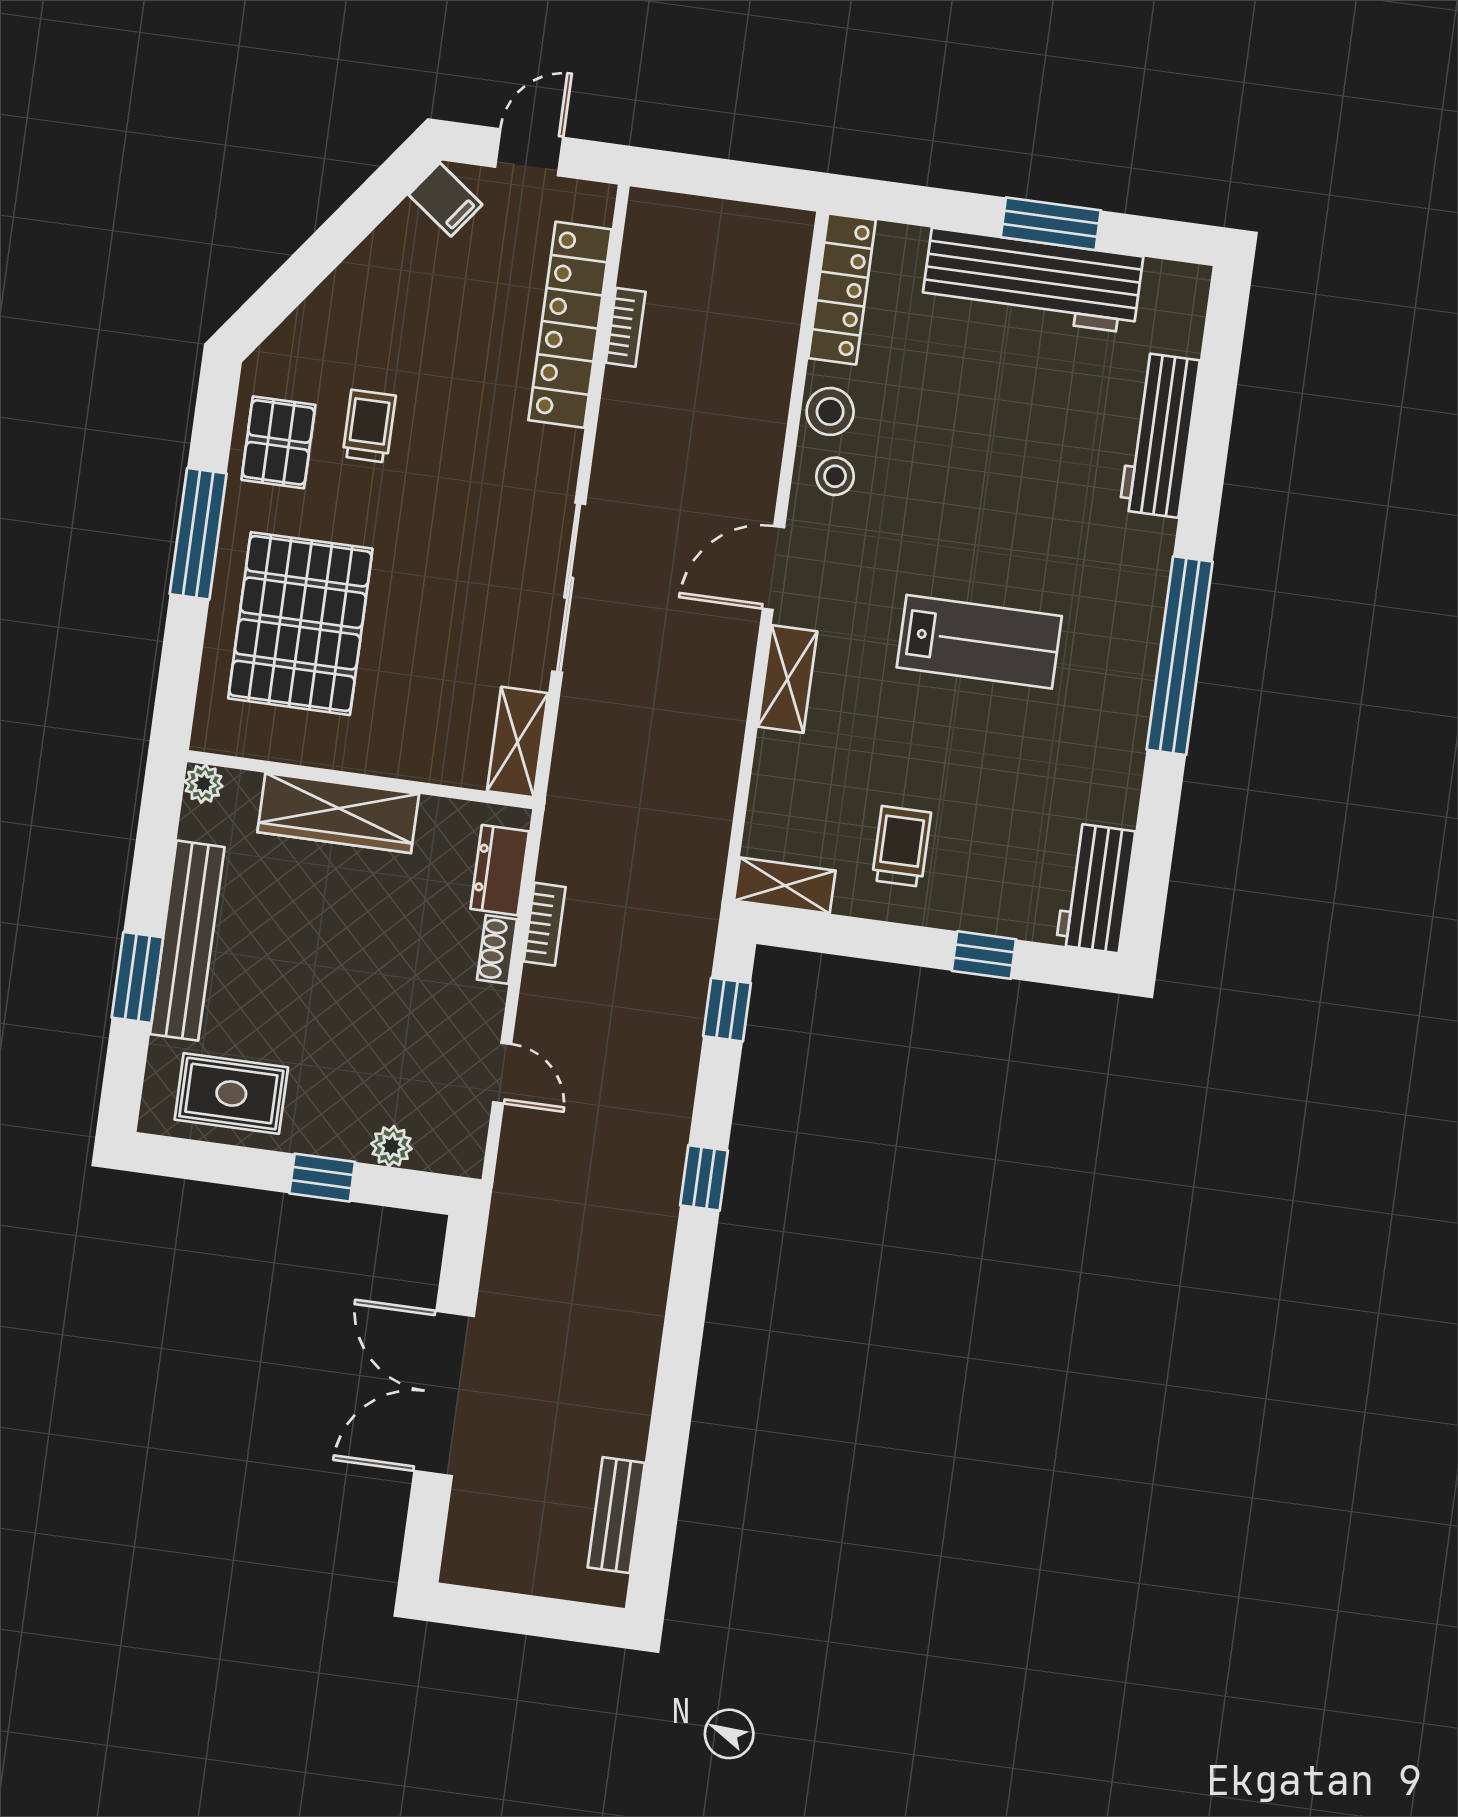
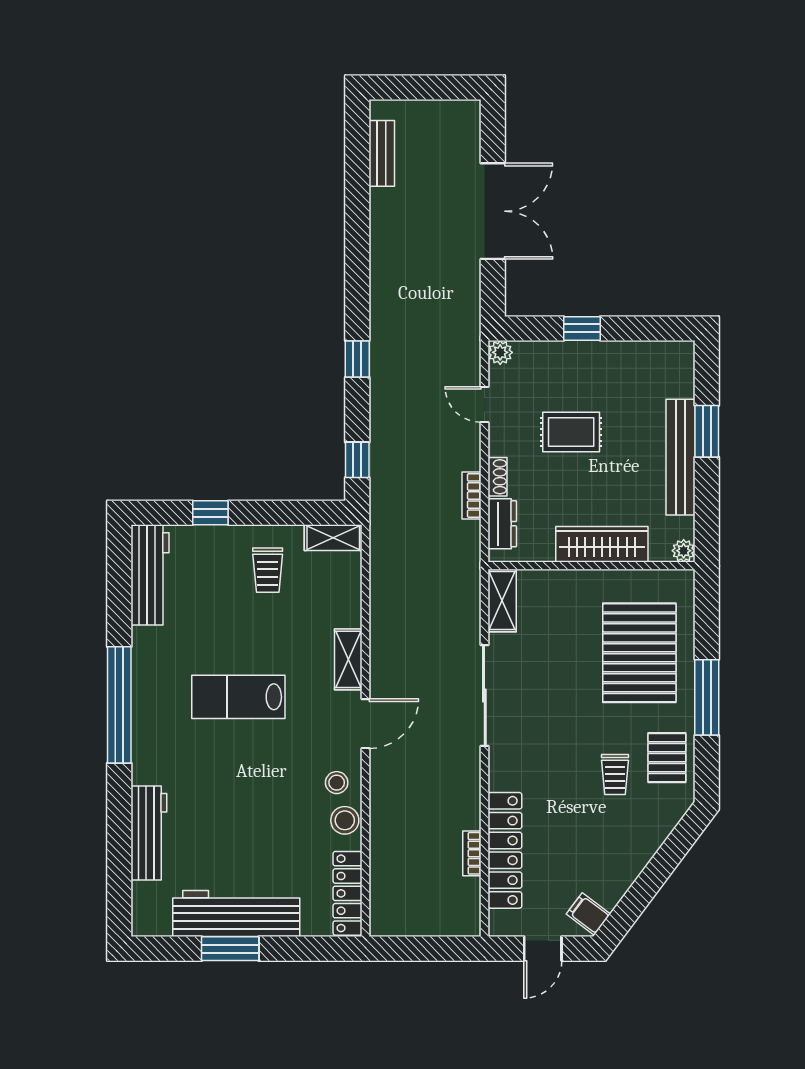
workbench: (1096, 888) -> (150, 575), width x1.38
rug: (231, 1093) -> (571, 432), moved
plant: (391, 1146) -> (500, 352), moved

